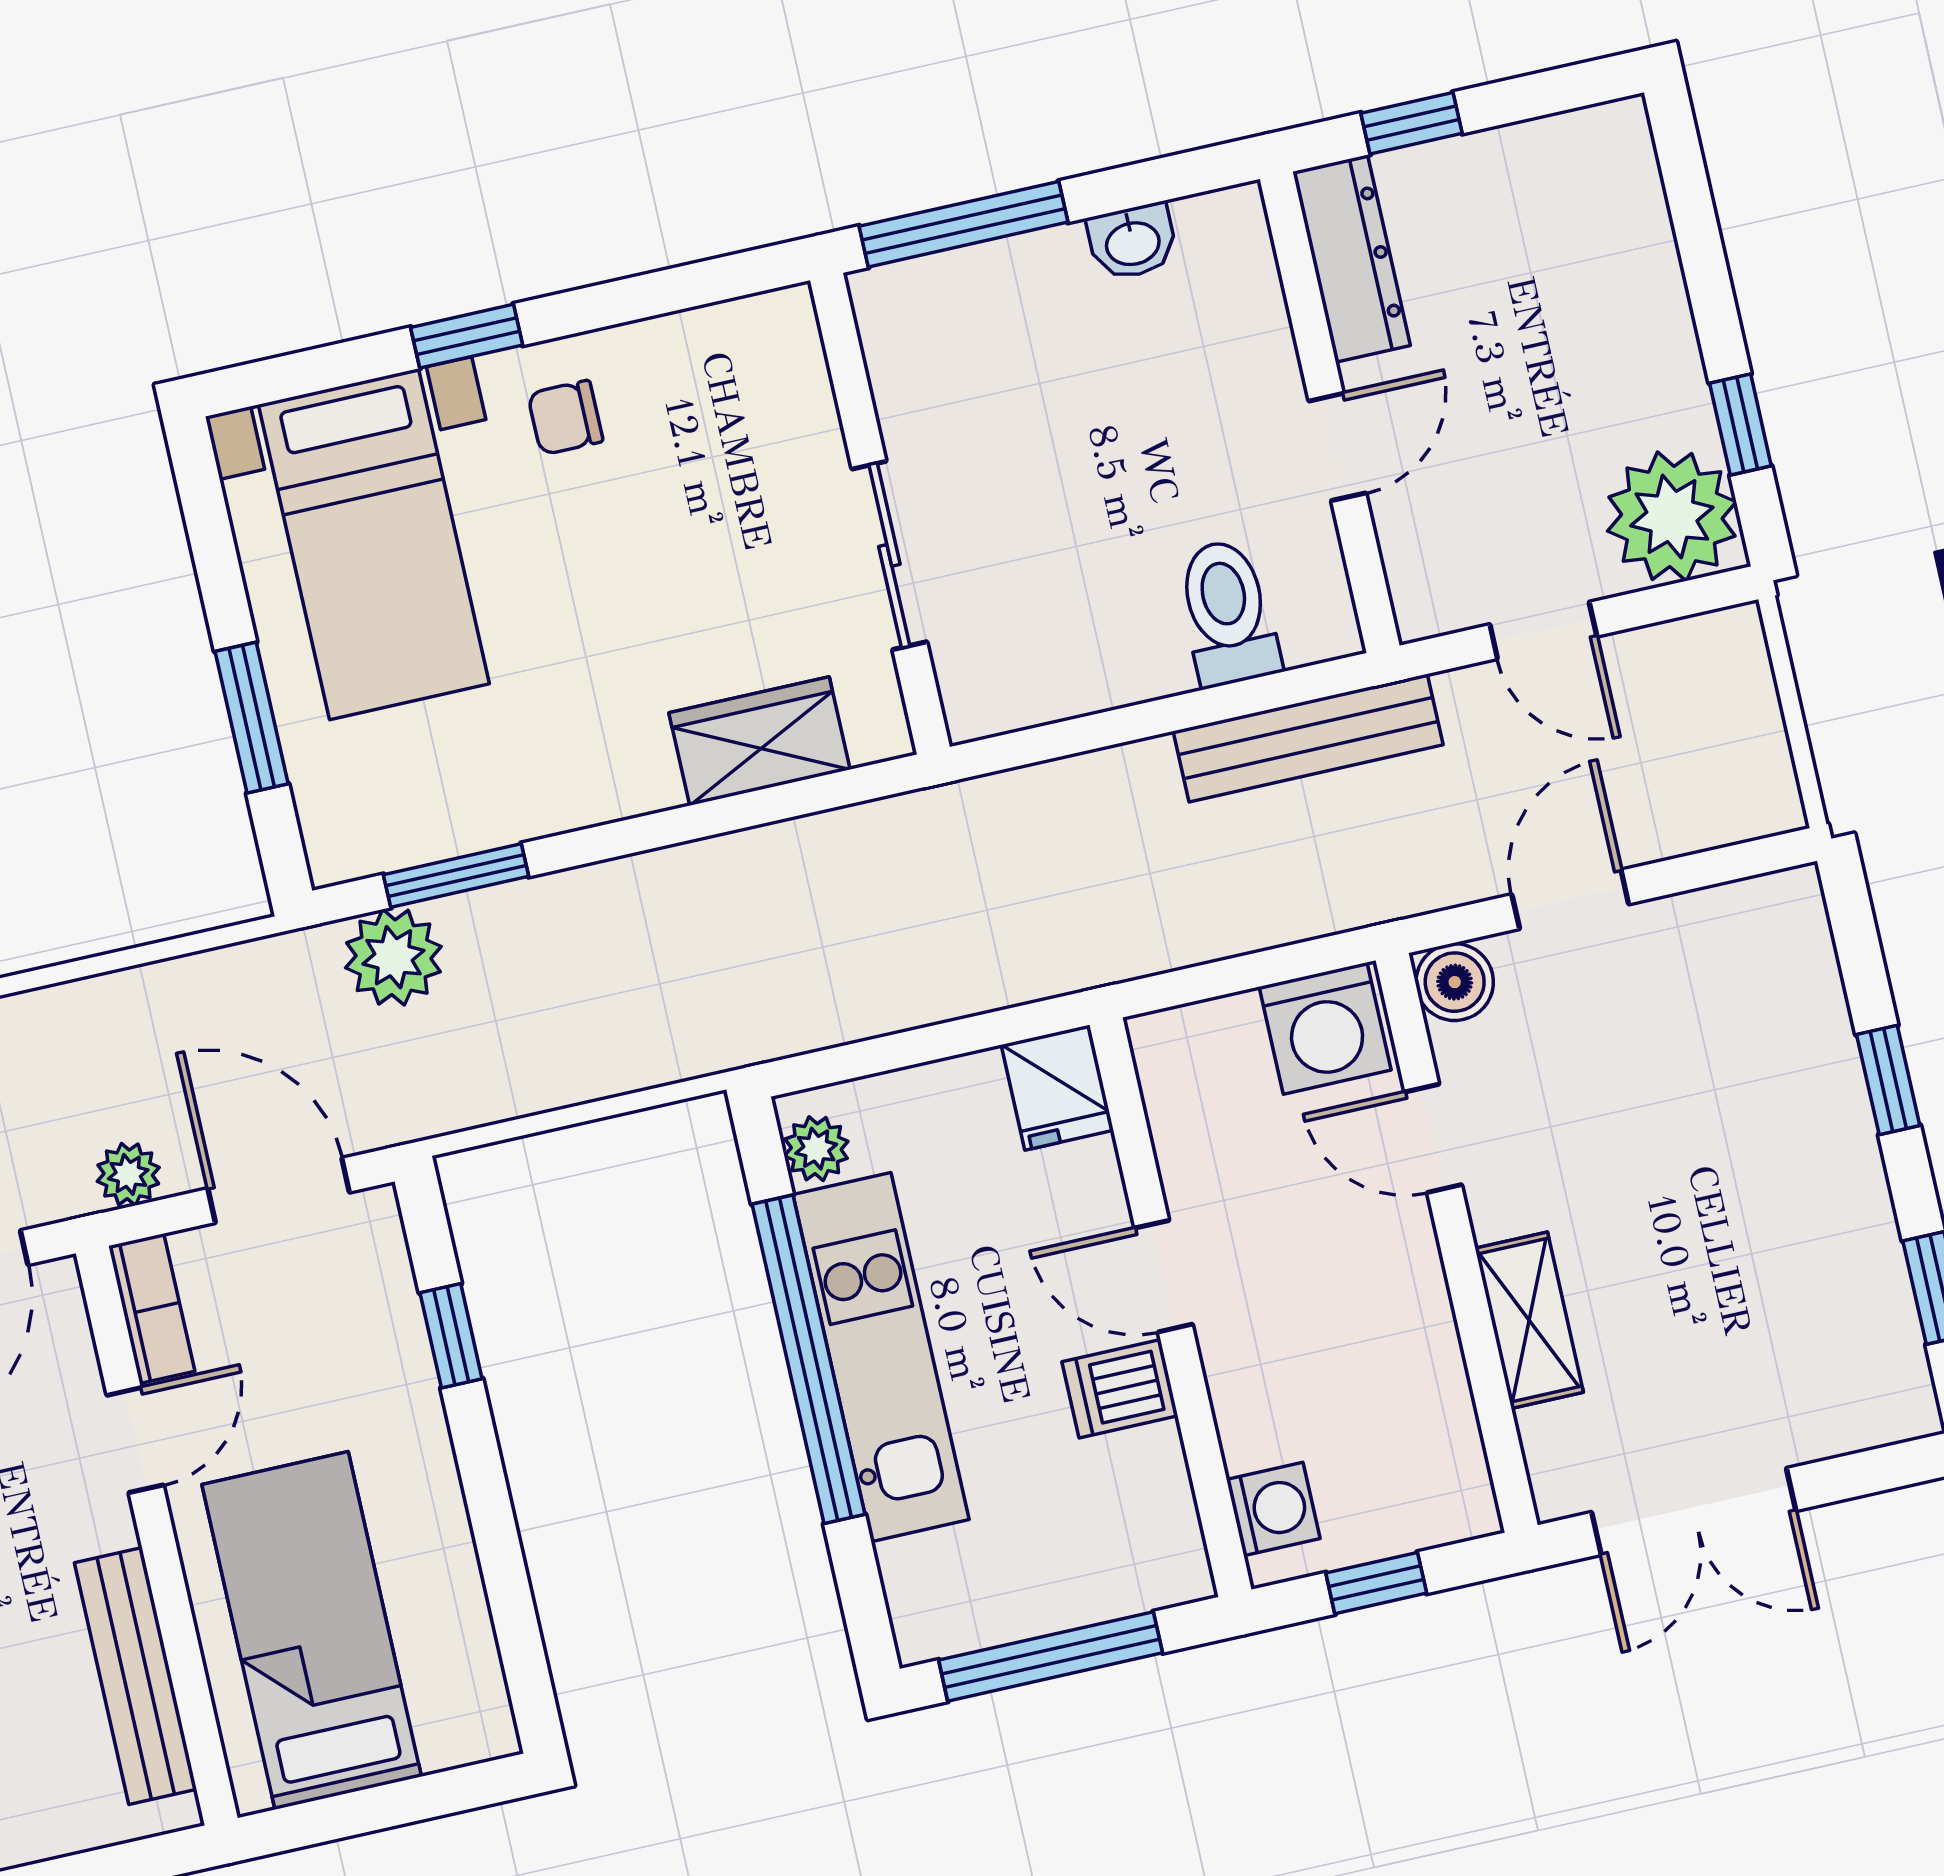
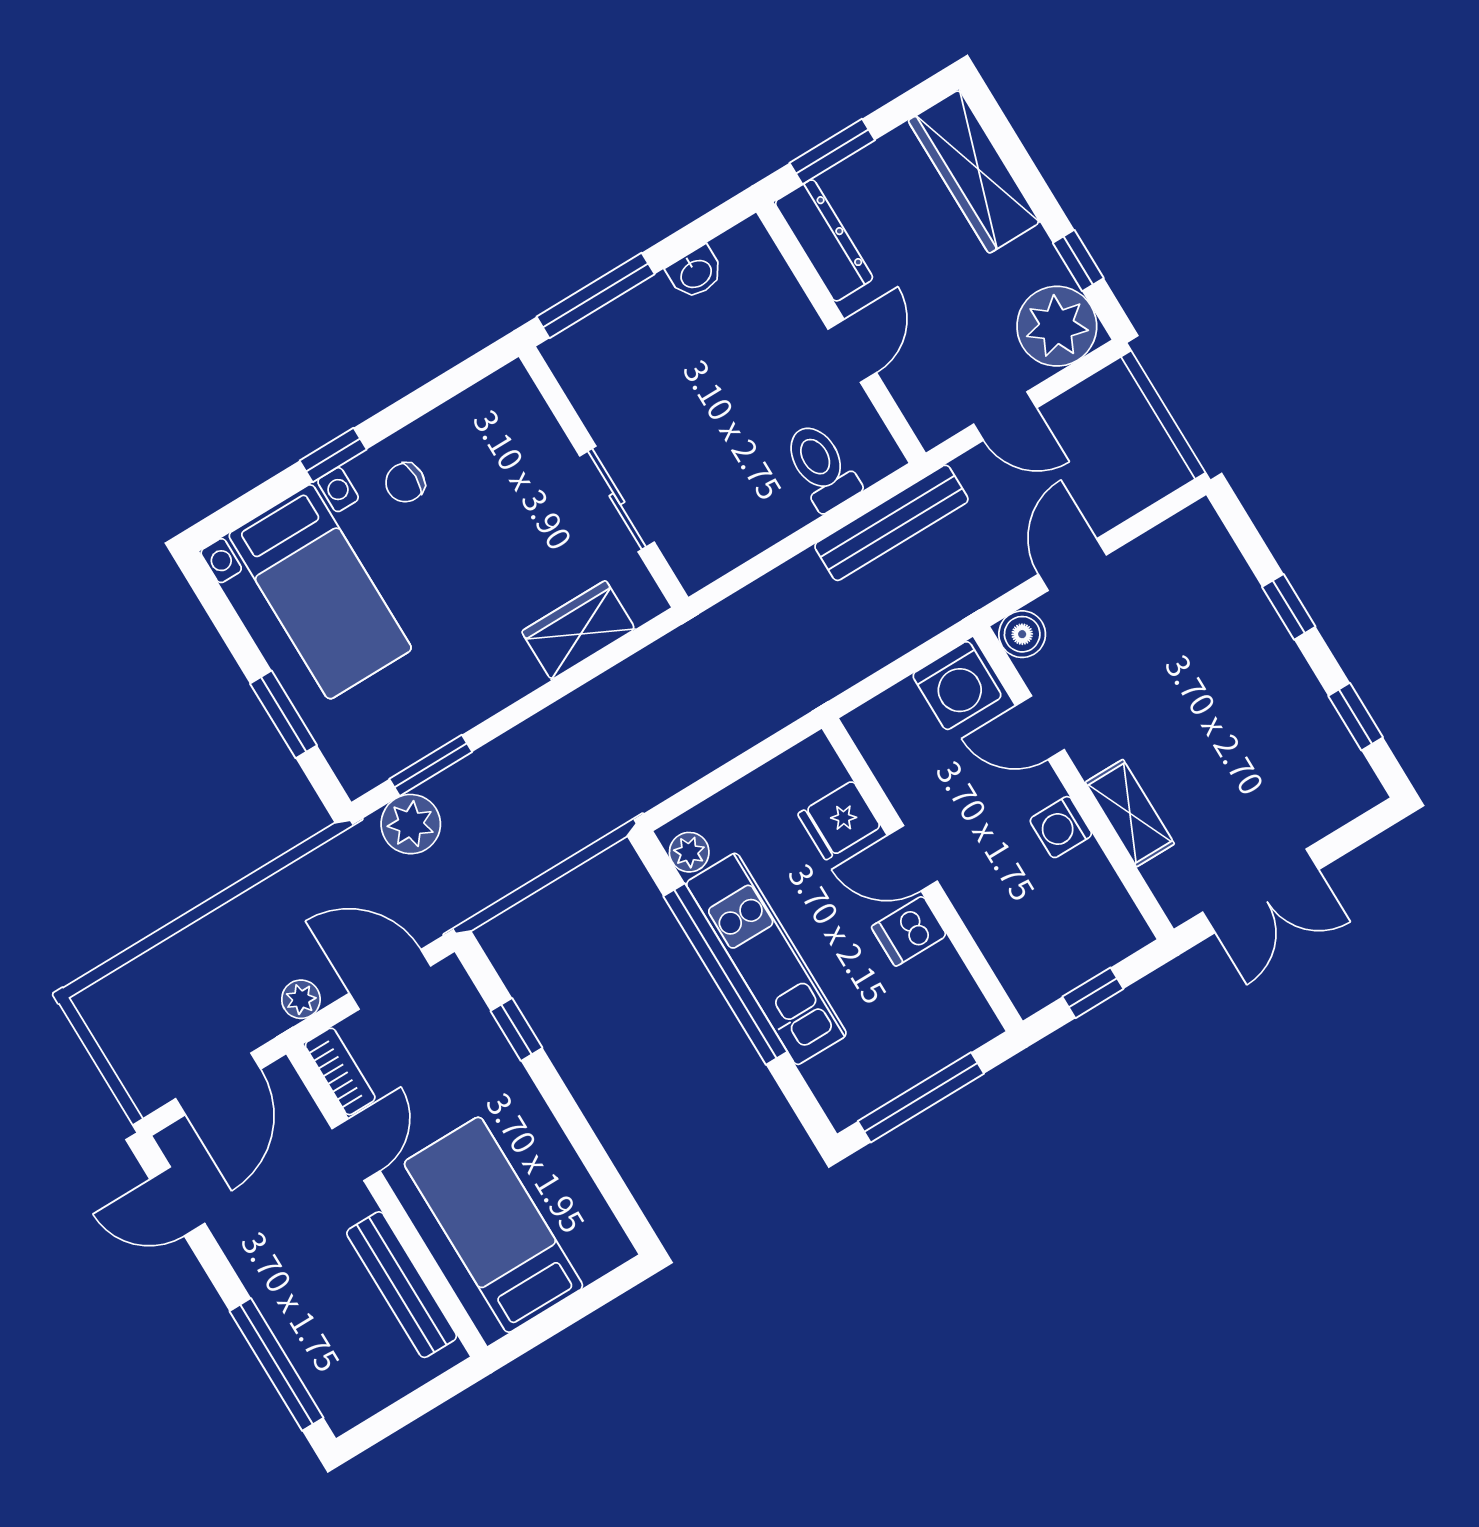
window: (1411, 123) -> (832, 152), width x1.50
wardrobe: (1624, 230) -> (974, 172), added
fridge: (1057, 1088) -> (839, 820), moved, turned 90
washing machine: (1273, 1509) -> (1061, 827), moved, turned 180

